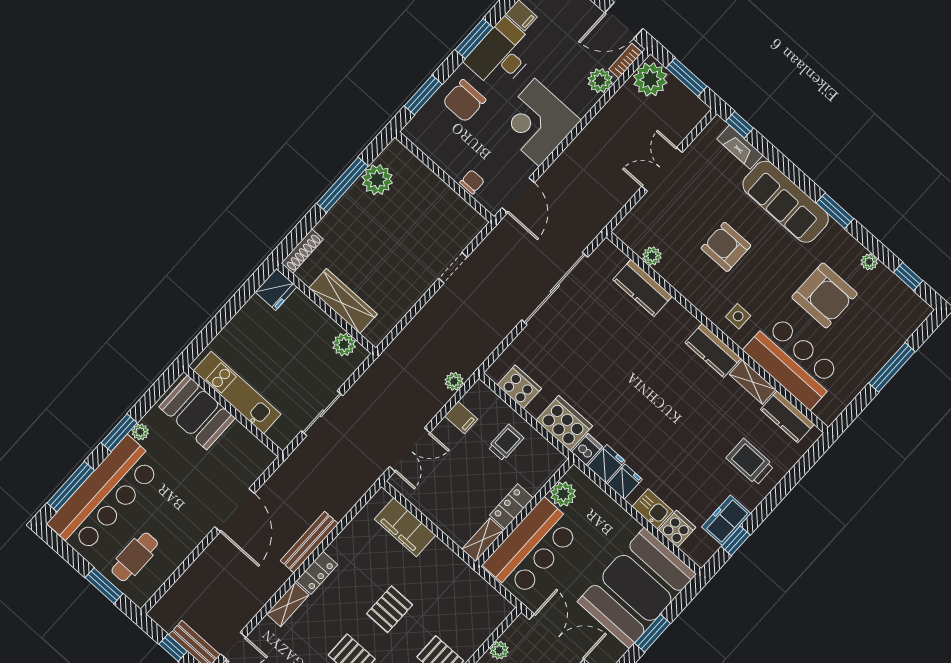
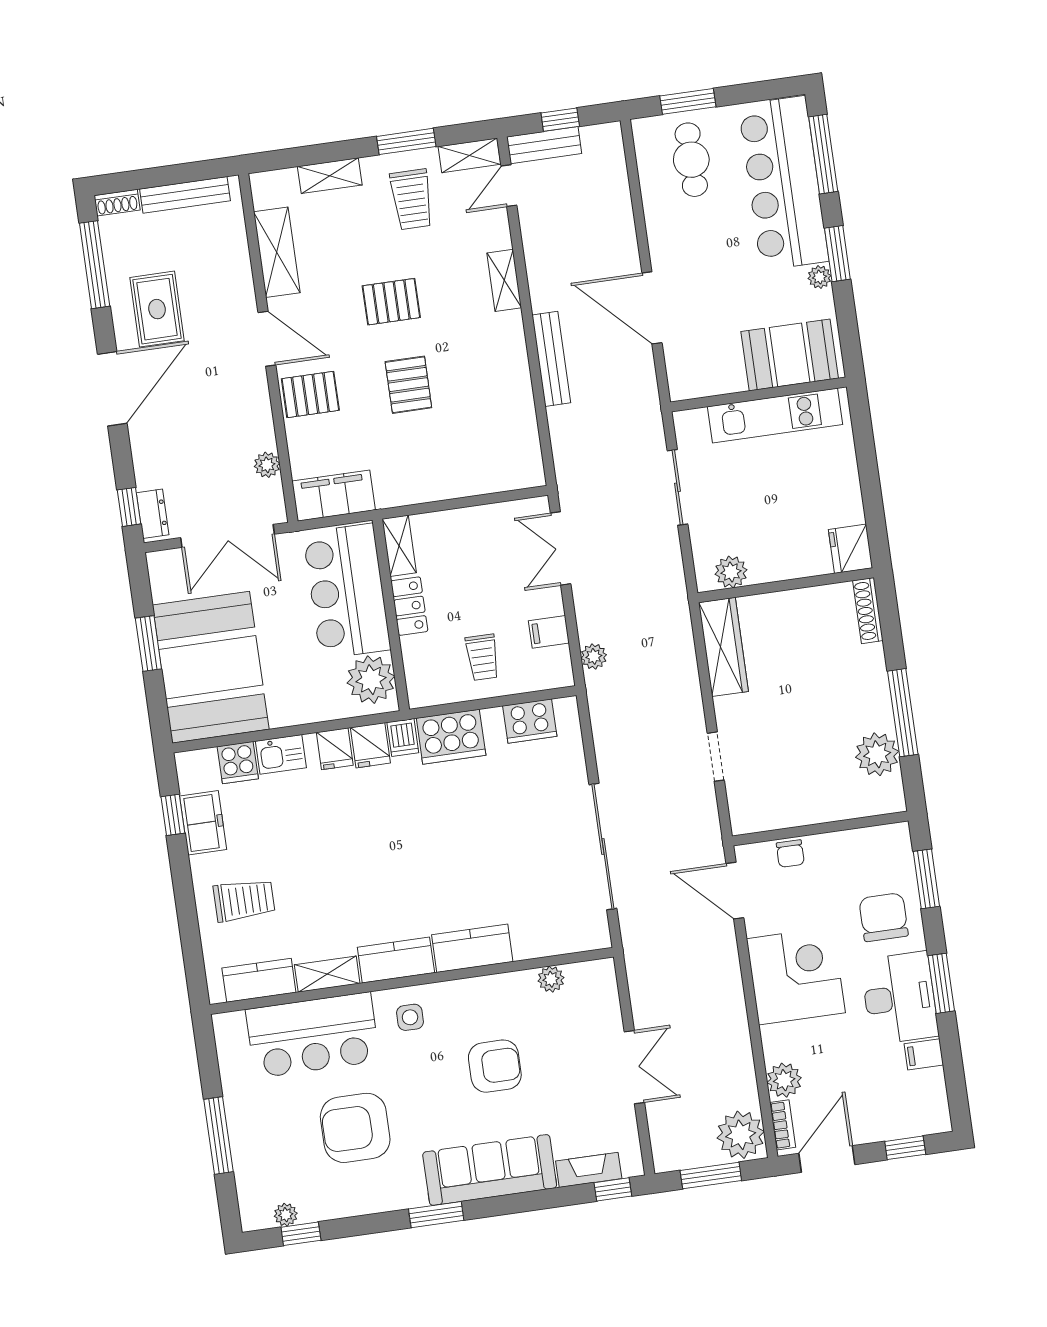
plant: (869, 262) -> (286, 1215), moved
kitchen counter: (642, 288) -> (472, 948), moved
wardrobe: (343, 301) -> (724, 647), moved, turned -90
plant: (563, 494) -> (371, 680), width x1.36, depth x1.36
filing cabinet: (405, 527) -> (334, 496), moved
locker: (317, 573) -> (512, 340), removed

